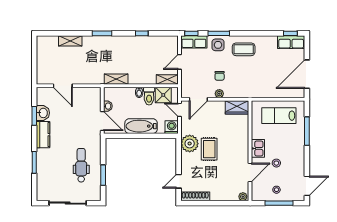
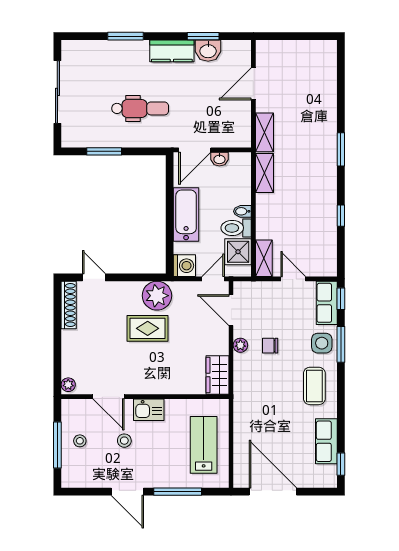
shelving: (70, 41) -> (264, 132), moved
row of seats: (291, 42) -> (326, 441), moved
dental chair: (81, 165) -> (140, 108), moved
door: (307, 186) -> (127, 492), moved

